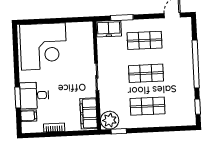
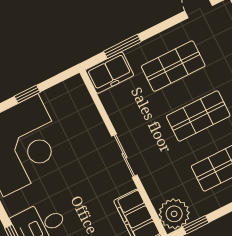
window: (59, 20) -> (27, 94), added

